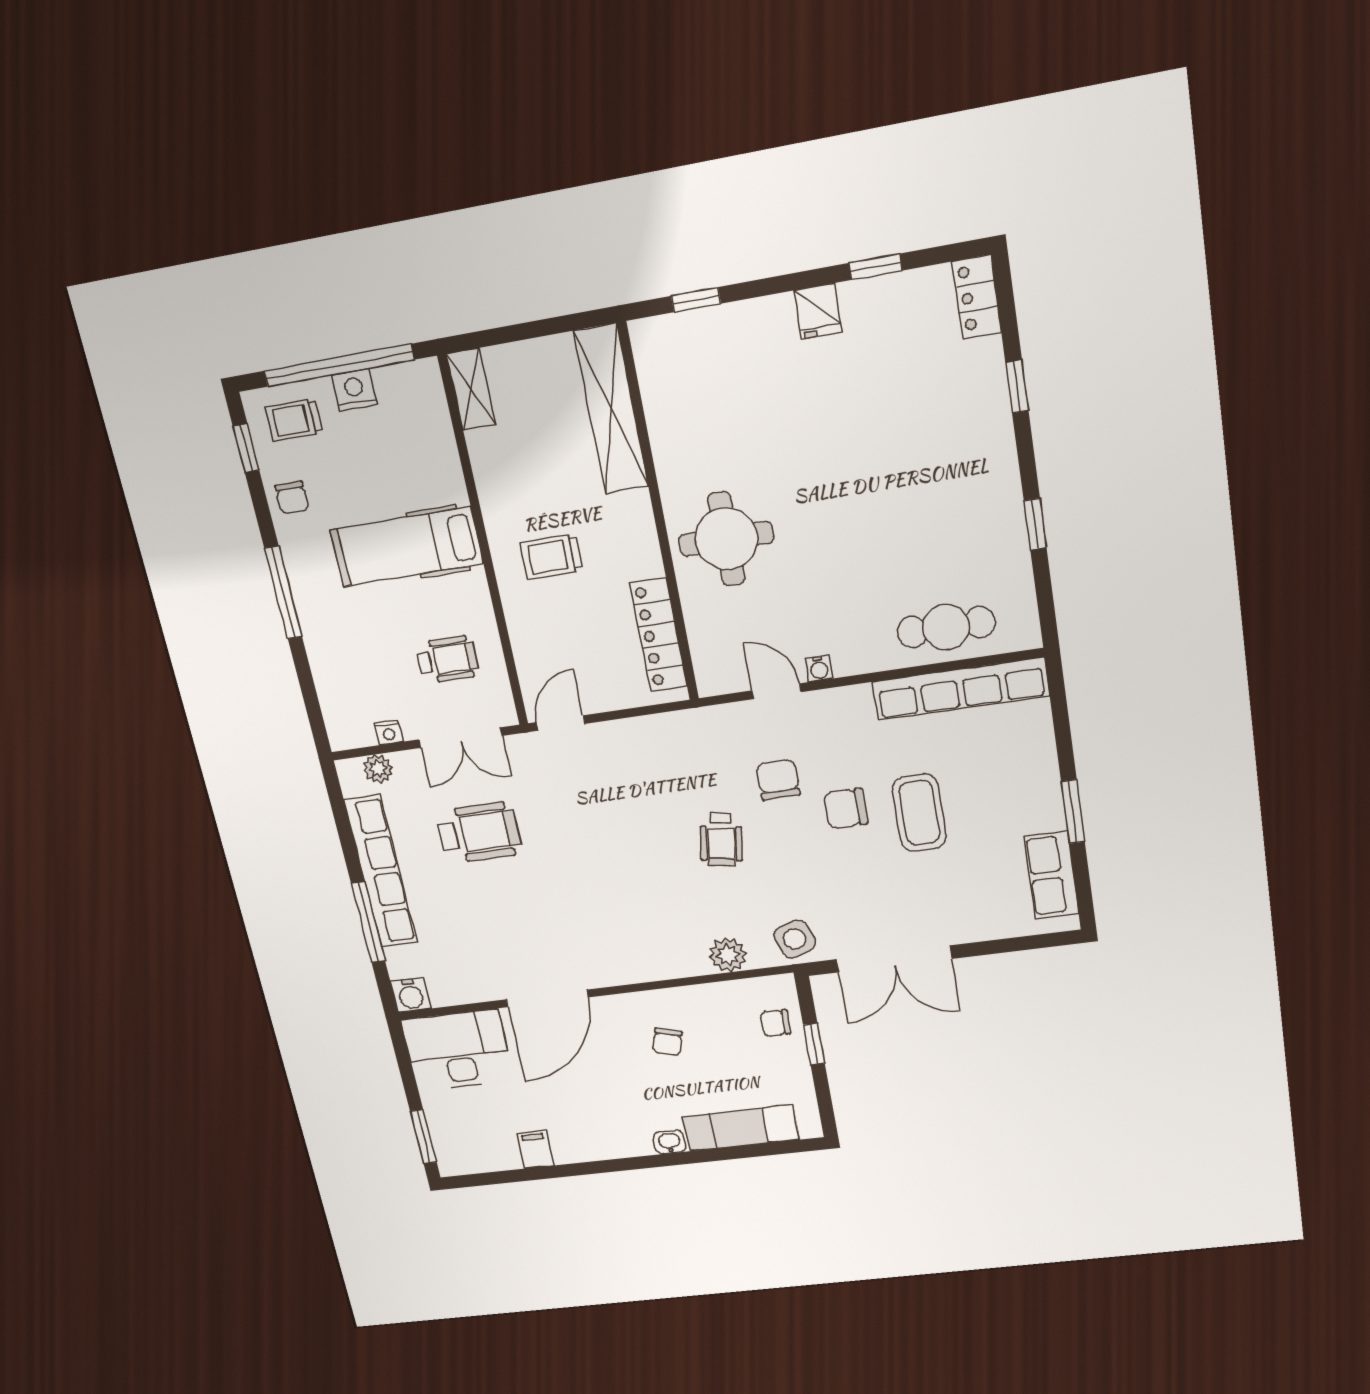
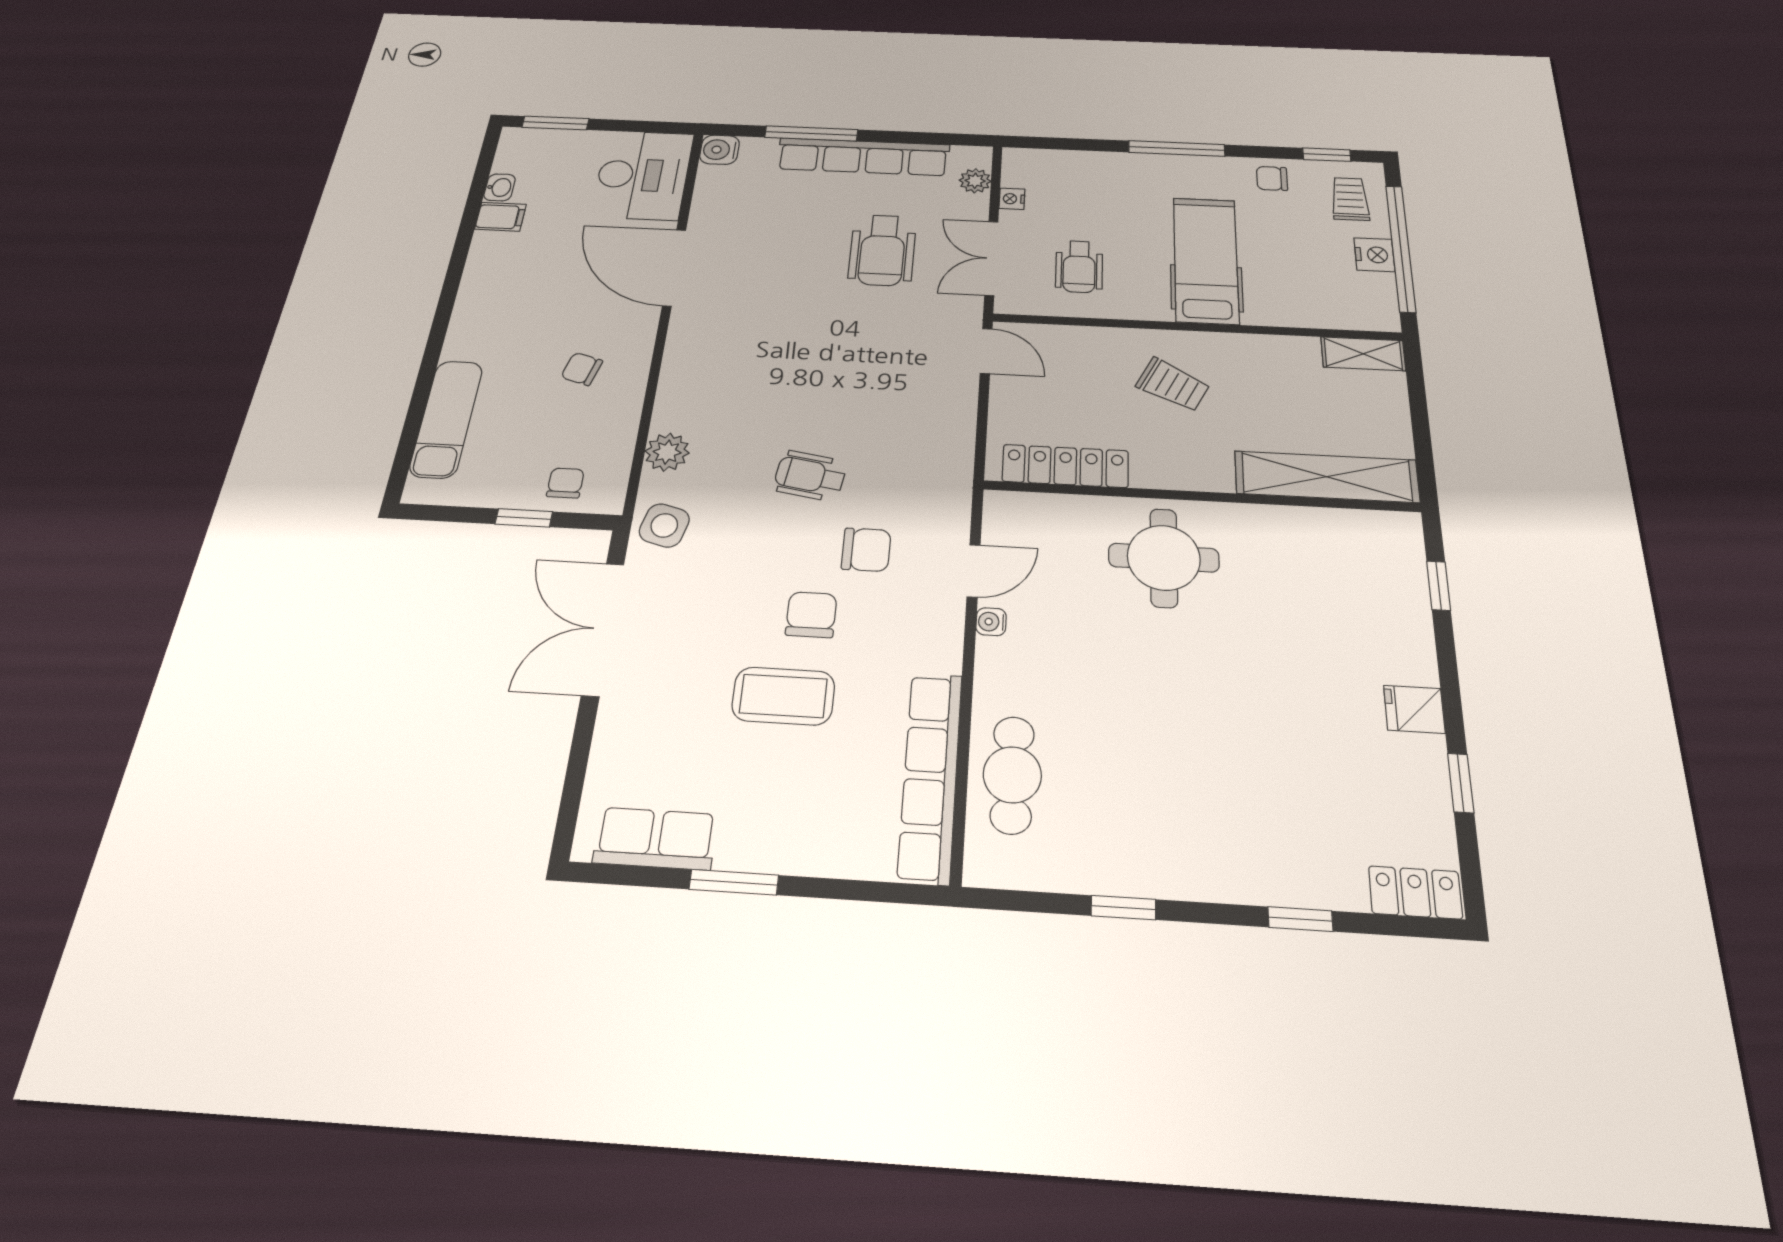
trolley: (551, 557) -> (1173, 385), turned 117
side table: (795, 939) -> (664, 525), turned 35
washbasin: (669, 1142) -> (500, 187), moved

